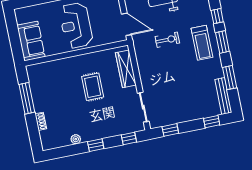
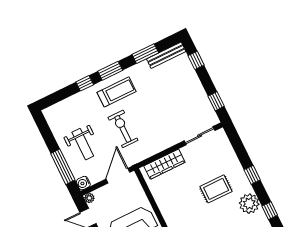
exercise bike: (167, 40) -> (123, 129), width x1.38, depth x1.39
rug: (93, 87) -> (216, 189), moved
window: (129, 138) -> (270, 211), moved
plant: (76, 139) -> (249, 204), width x1.88, depth x1.88

